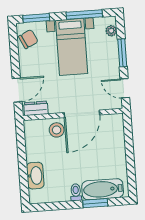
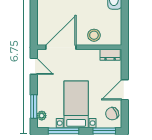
window: (122, 53) -> (34, 107), moved
door: (17, 90) -> (125, 90), moved
door: (82, 114) -> (61, 47), moved

